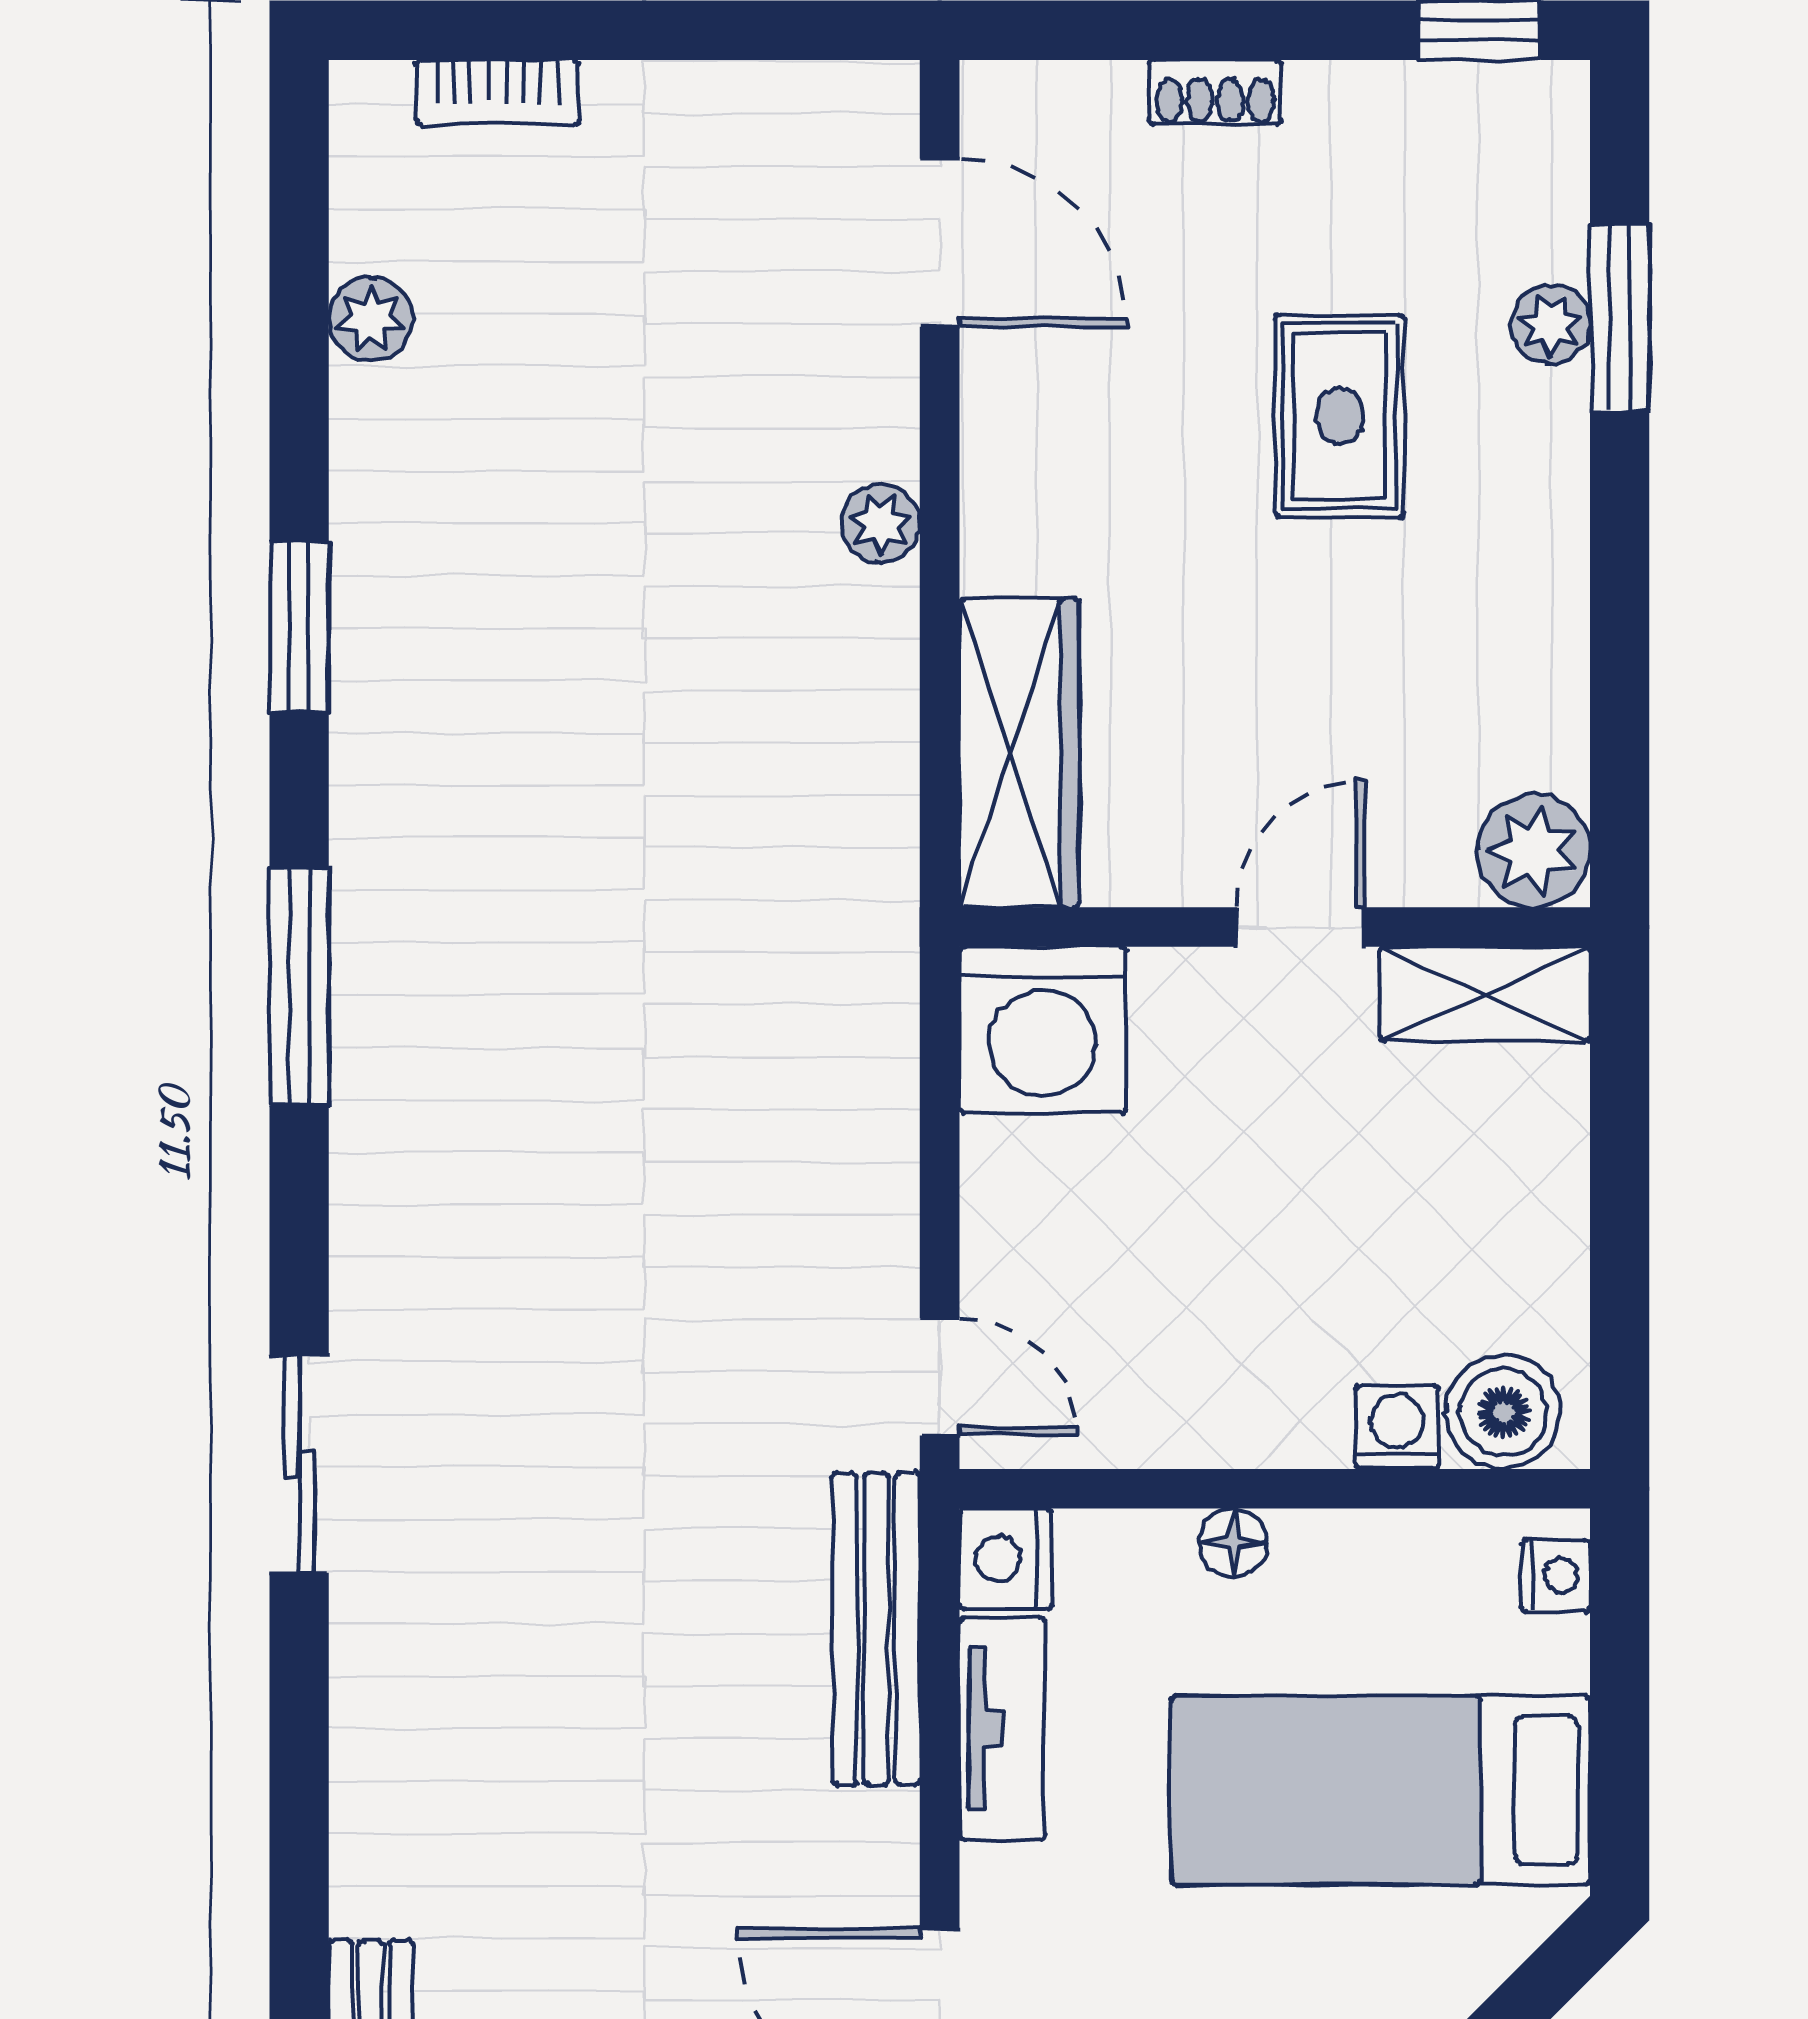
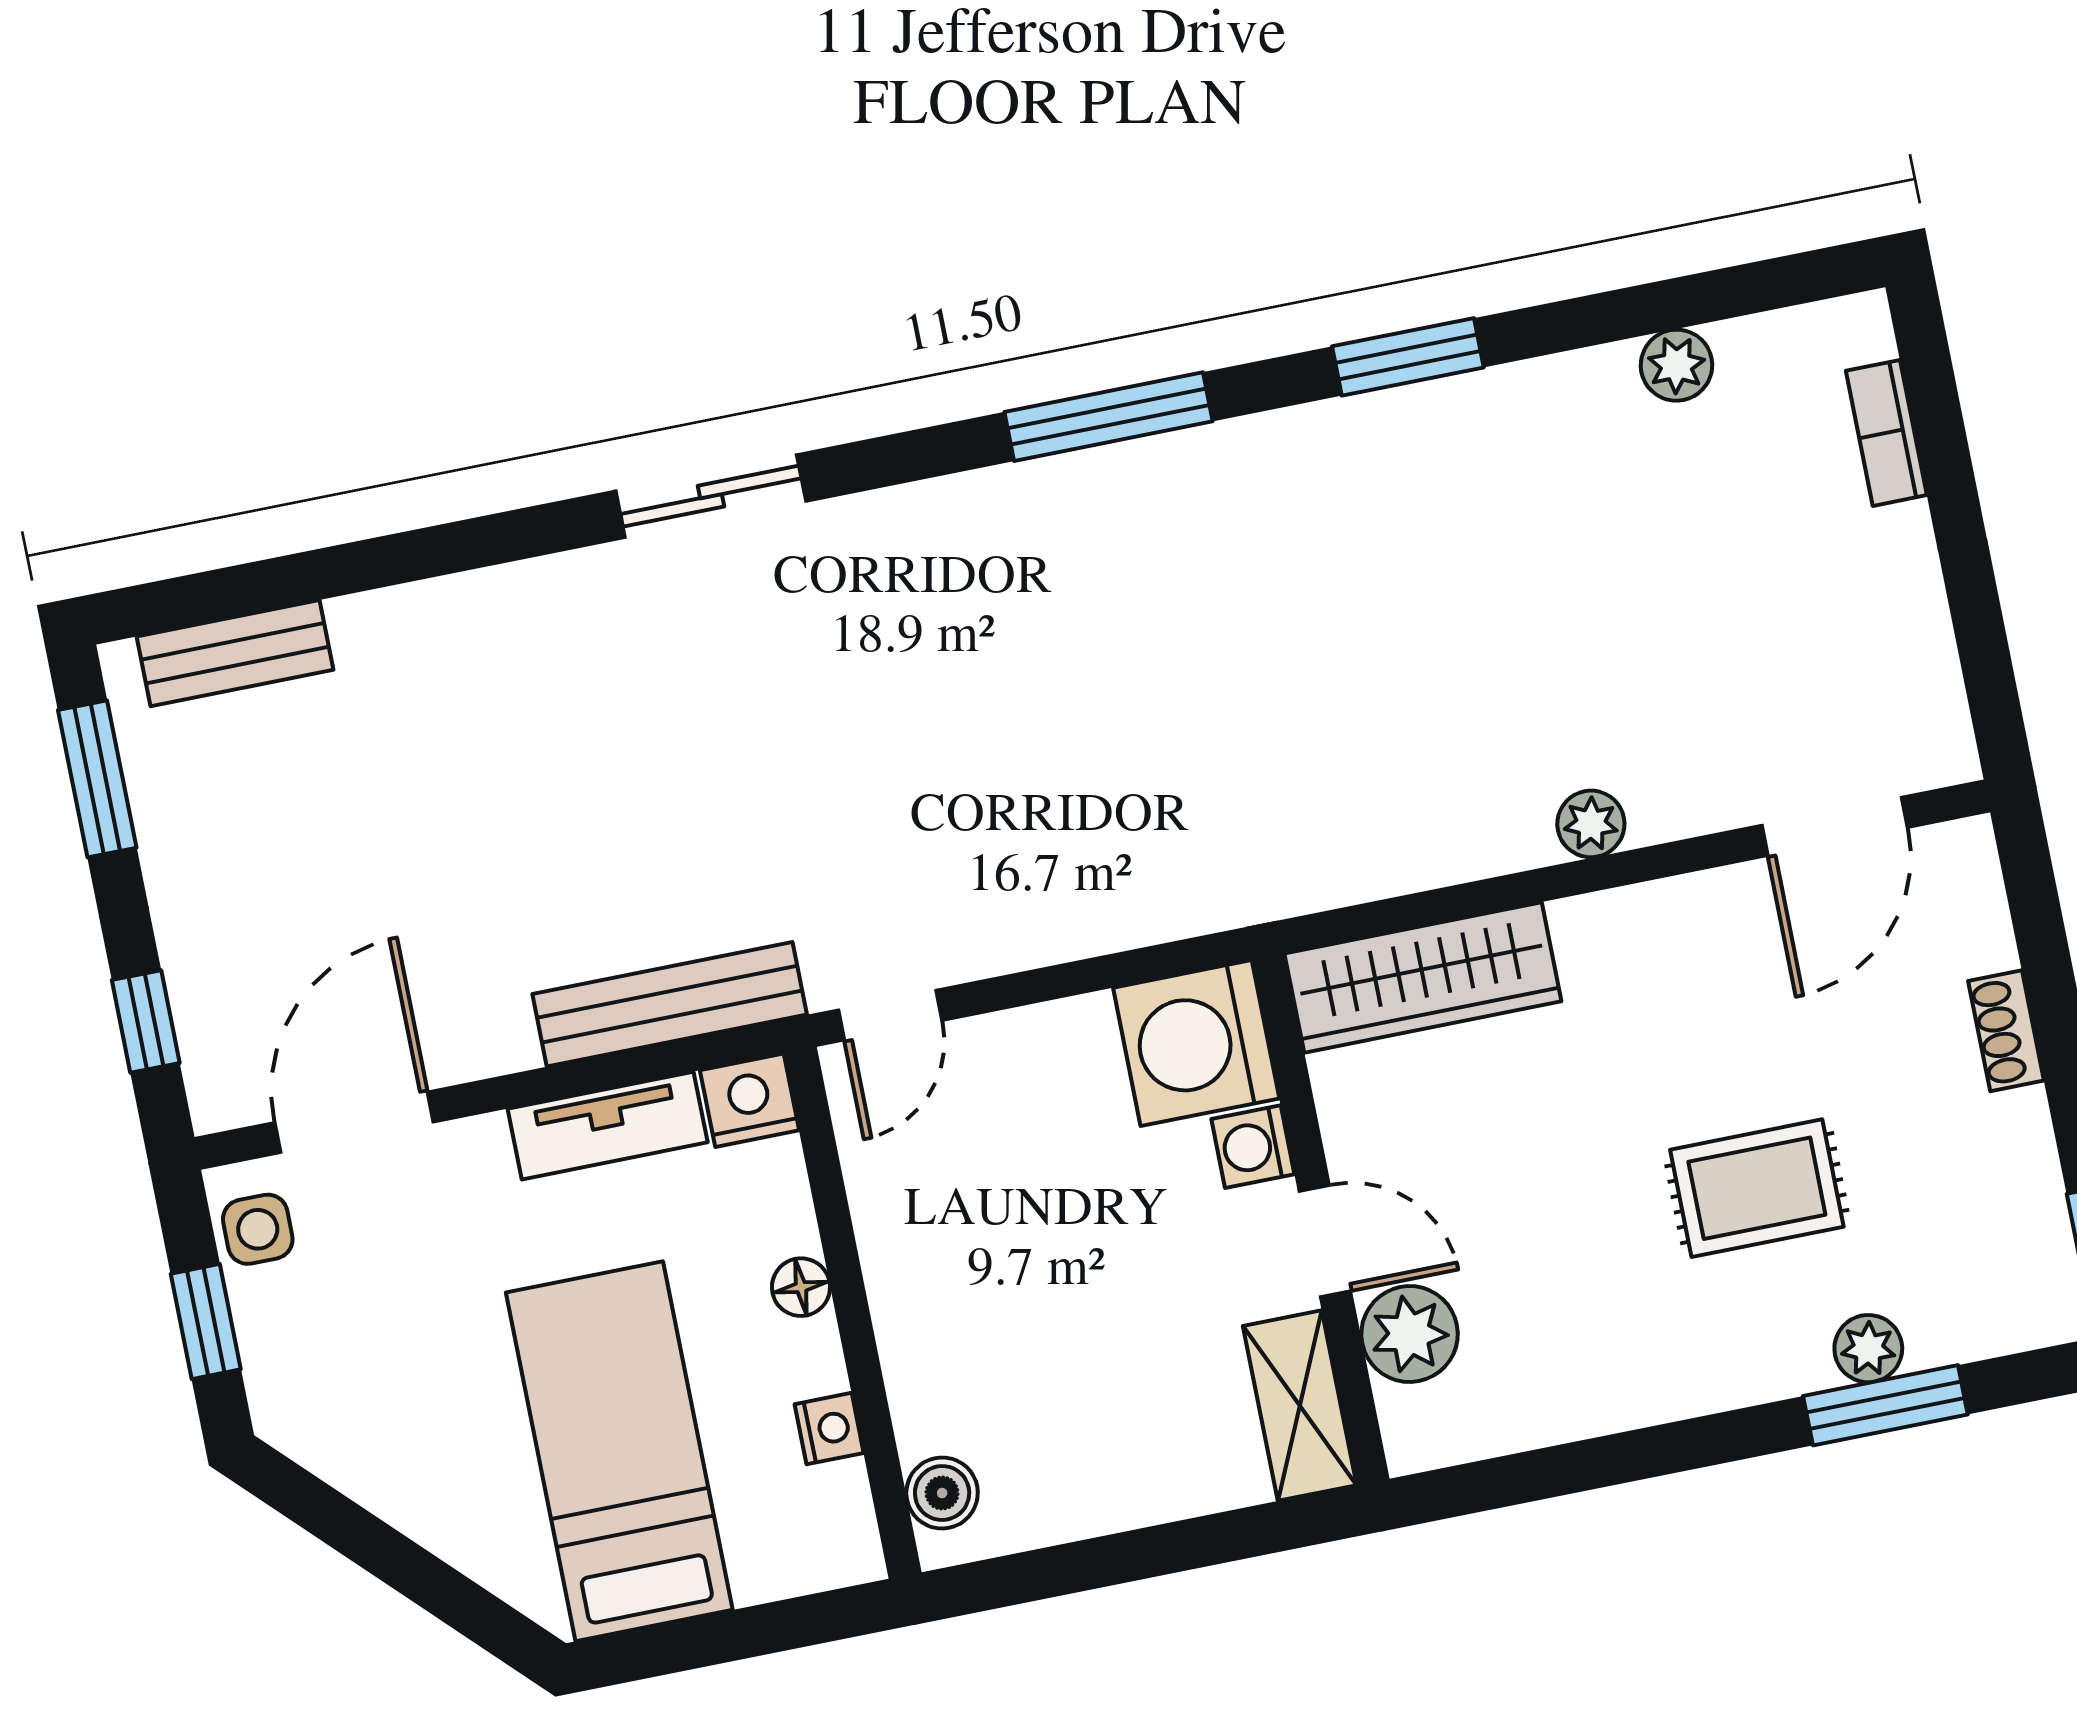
plant: (1533, 851) -> (1410, 1334), moved
boiler: (1503, 1412) -> (942, 1493), width x0.73, depth x0.73
washing machine: (1397, 1427) -> (1253, 1147), moved, turned 180
nightstand: (1556, 1576) -> (829, 1429), moved, turned -90

